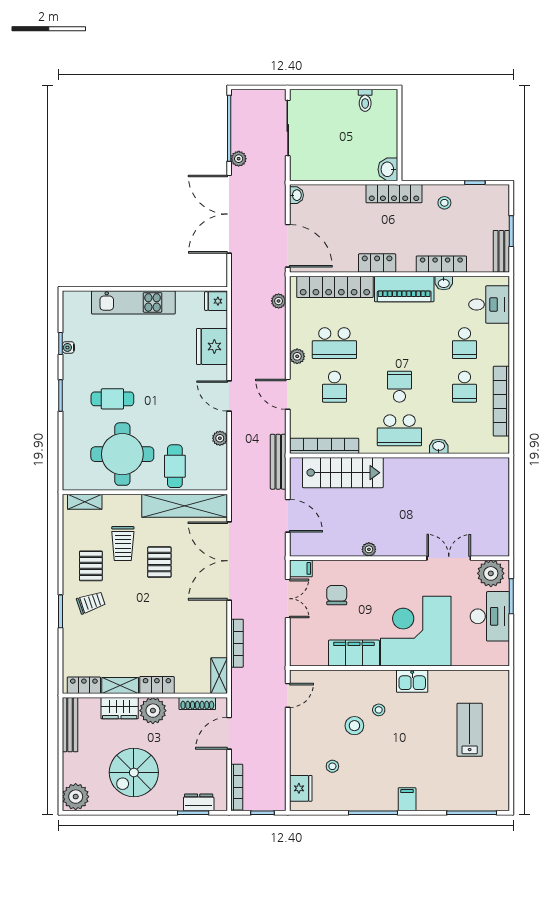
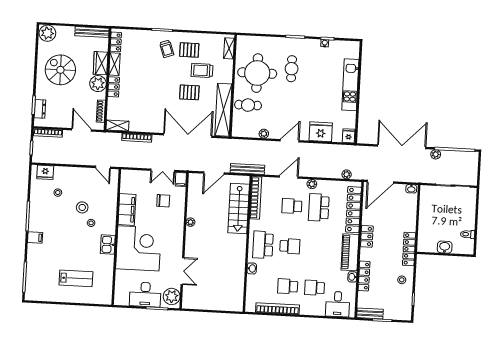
washbasin: (388, 169) -> (445, 247), moved

